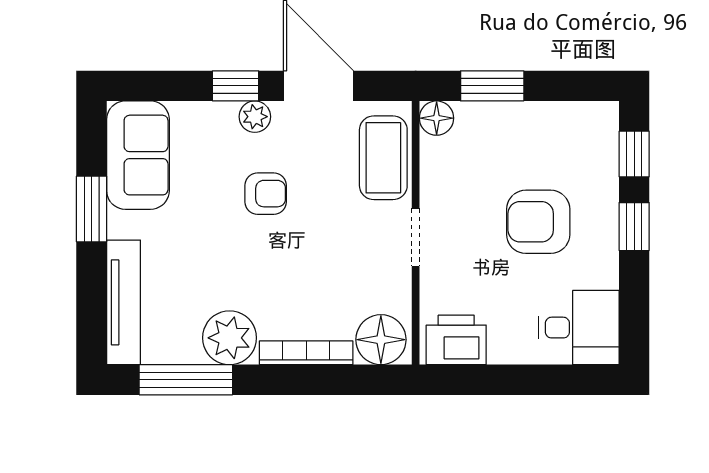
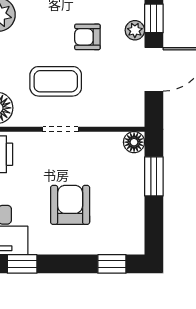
coffee table: (383, 158) -> (56, 81), moved
armchair: (266, 194) -> (87, 37), turned 90
window: (634, 227) -> (22, 264), moved

